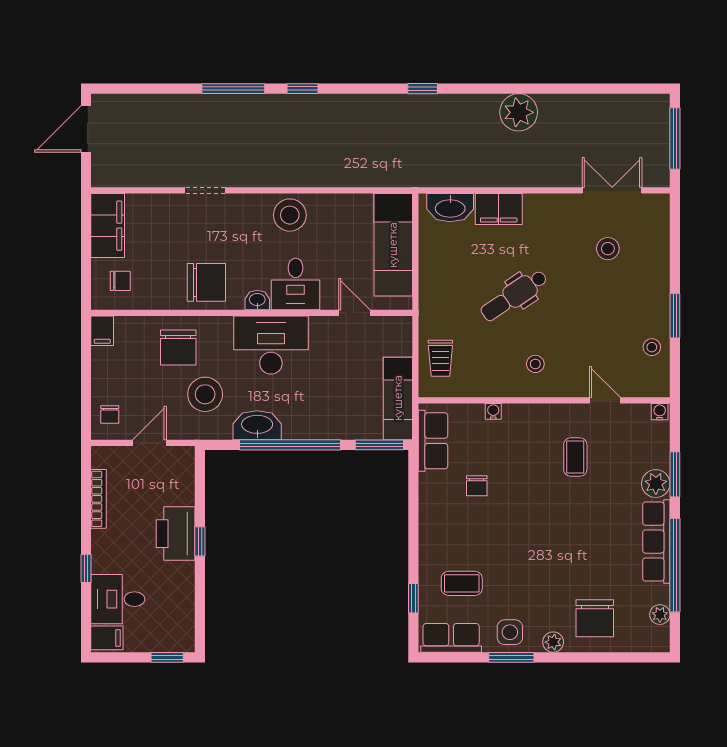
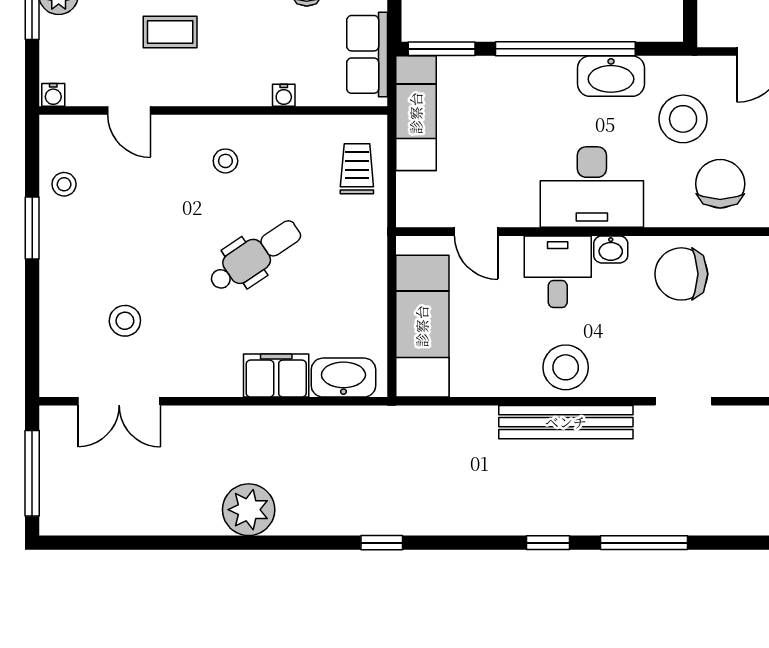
bench: (290, 175) -> (566, 422), added
coffee table: (575, 457) -> (170, 32), turned 90

